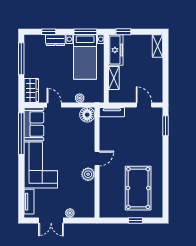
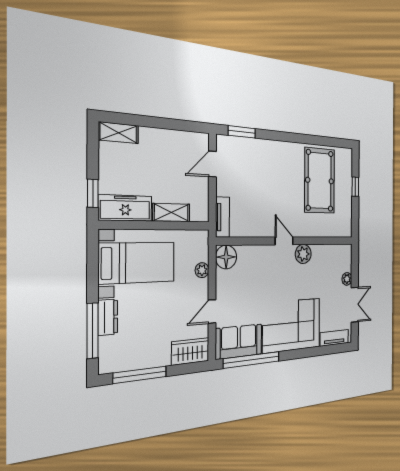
window: (49, 32) -> (93, 331), width x2.17
window: (85, 32) -> (93, 263), removed
pool table: (138, 188) -> (320, 181), turned 90

